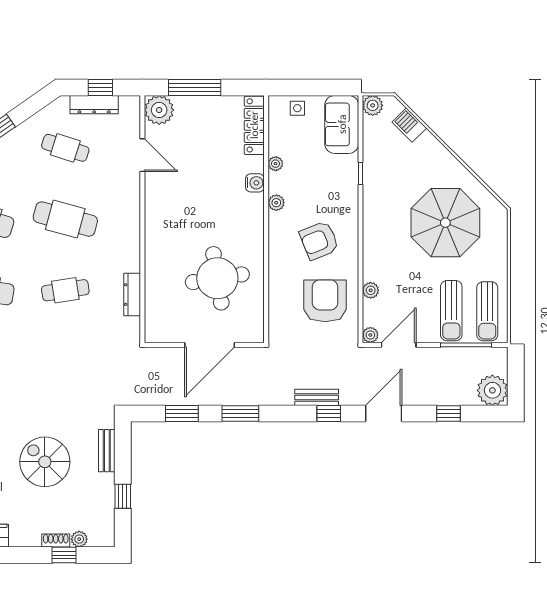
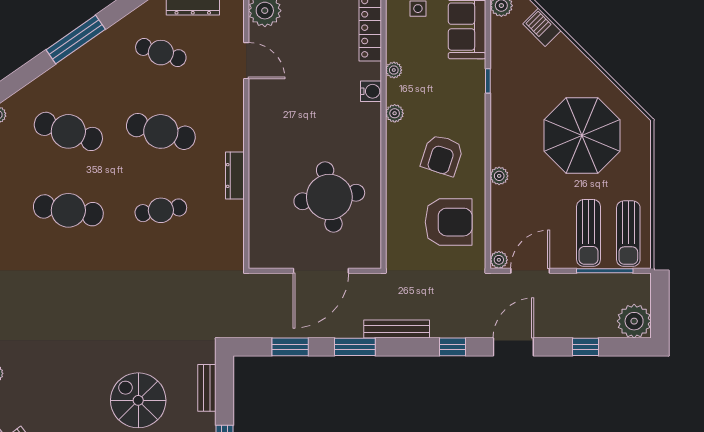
armchair: (319, 241) -> (442, 155), turned -50
plant: (371, 290) -> (499, 176), moved
dresser: (132, 295) -> (235, 176), moved
armchair: (325, 301) -> (449, 222), turned 90
bench: (317, 397) -> (397, 329), moved, width x1.36

